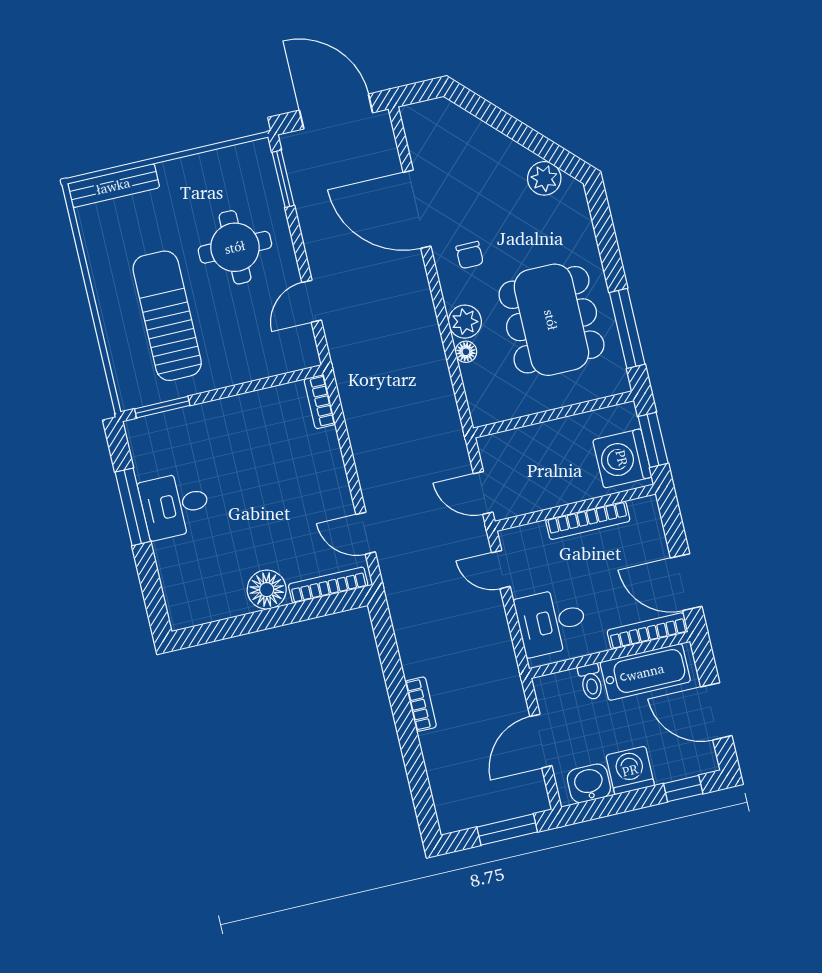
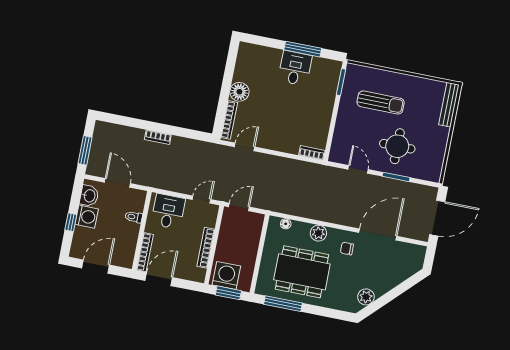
window: (283, 179) -> (396, 177), moved
sun lounger: (167, 316) -> (381, 102), width x0.73, depth x0.75
floor lamp: (466, 352) -> (286, 224), moved
bathtub: (645, 672) -> (127, 243), removed
window: (683, 789) -> (71, 222), moved

